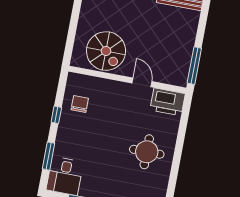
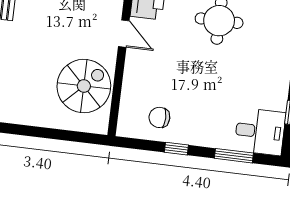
door: (142, 82) -> (124, 34), swing flipped

